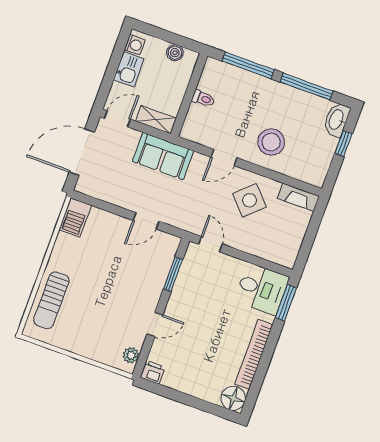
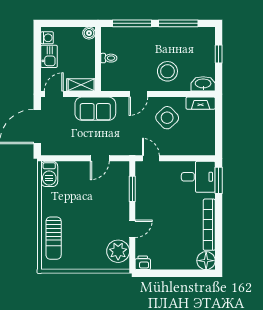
boiler: (175, 53) -> (89, 33), moved
washbasin: (337, 120) -> (203, 84), moved, turned 90
plant: (131, 355) -> (118, 251), width x1.87, depth x1.87

